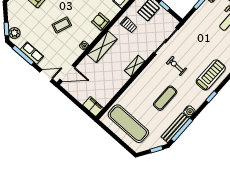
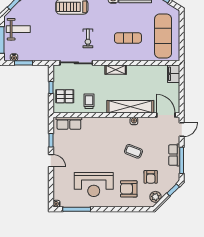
armchair: (100, 21) -> (151, 177), moved
plant: (14, 33) -> (156, 197), moved
shelving: (102, 47) -> (130, 107), width x1.47
door: (46, 76) -> (182, 130), swing flipped
exercise mat: (165, 98) -> (128, 38), moved

